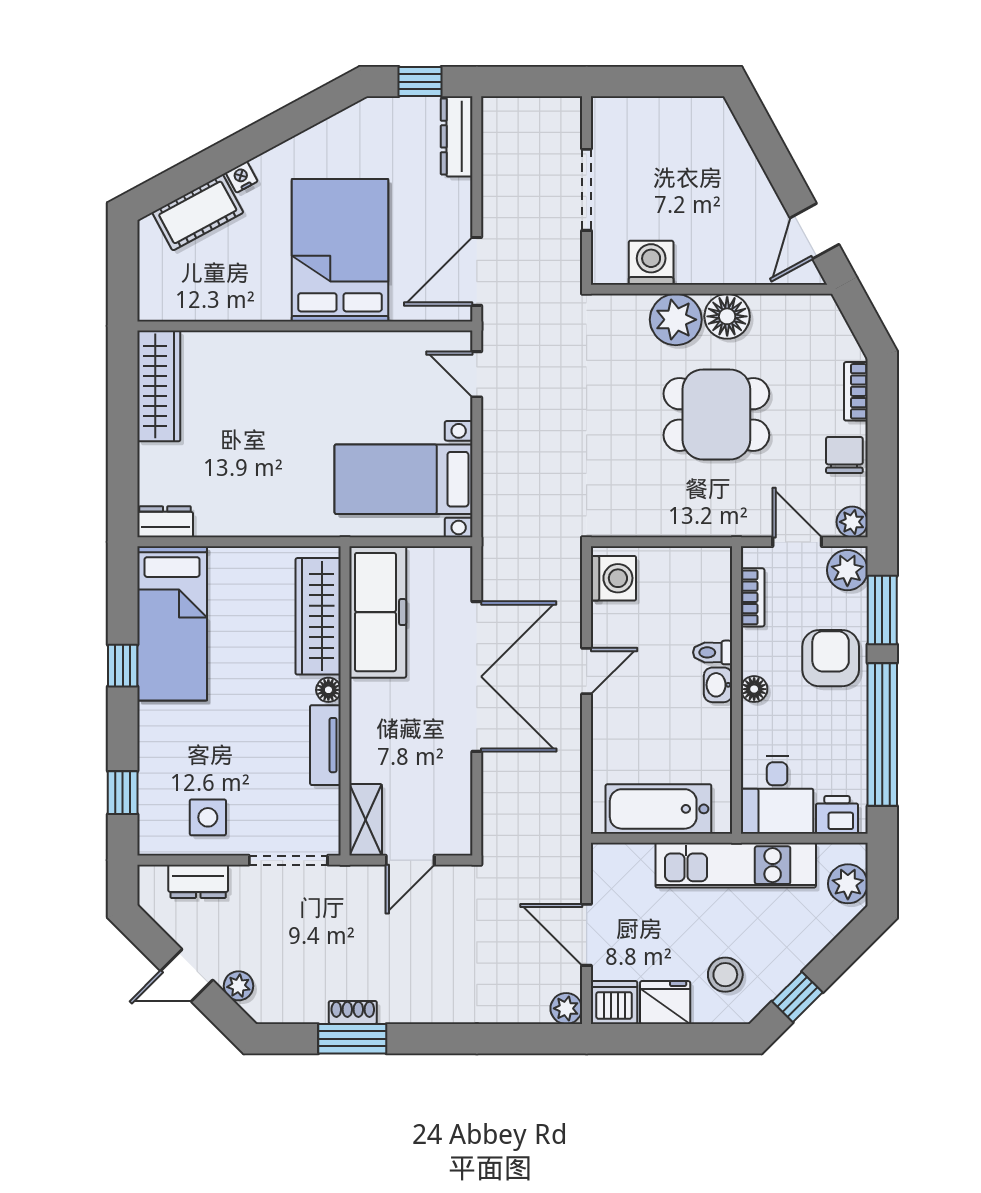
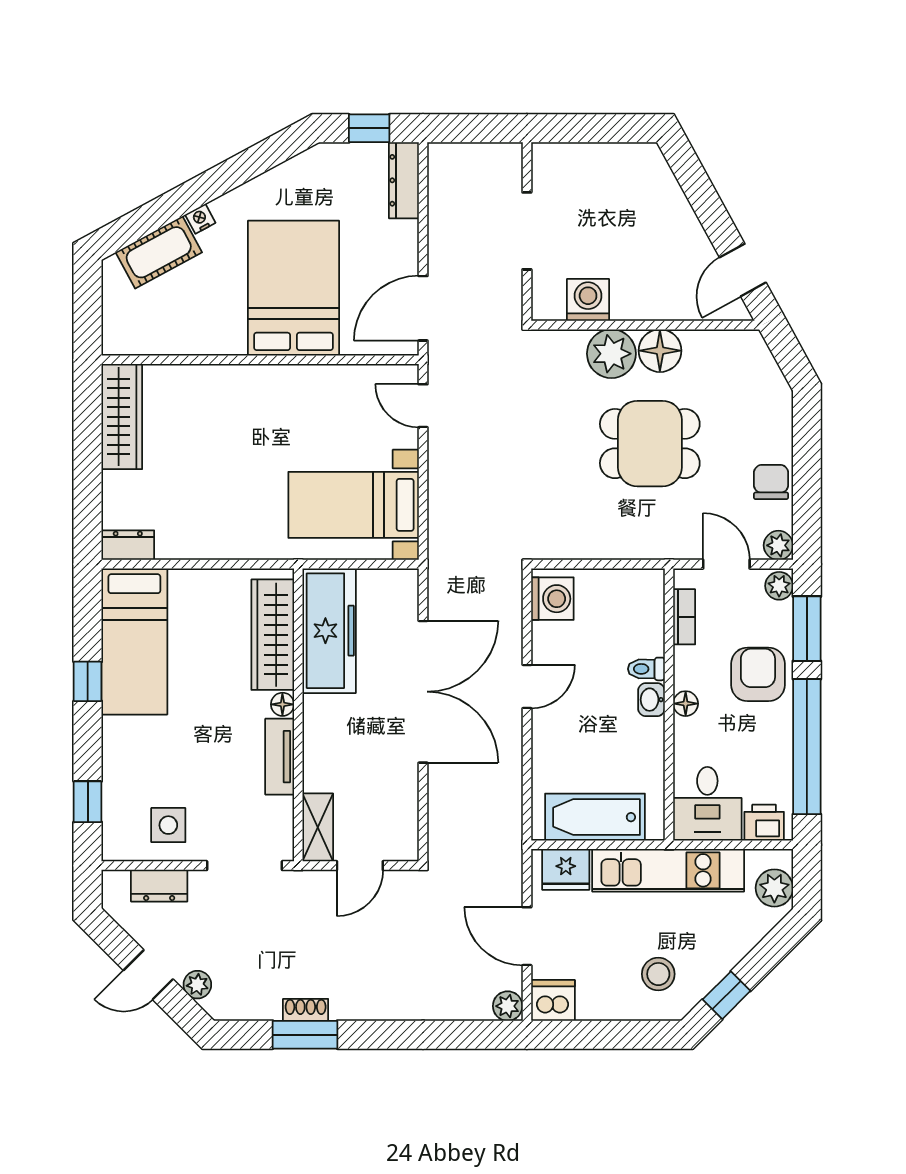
bookcase: (856, 391) -> (782, 422), removed
plant: (847, 570) -> (779, 586), width x0.73, depth x0.73
fridge: (665, 1002) -> (566, 869), moved, turned 180

